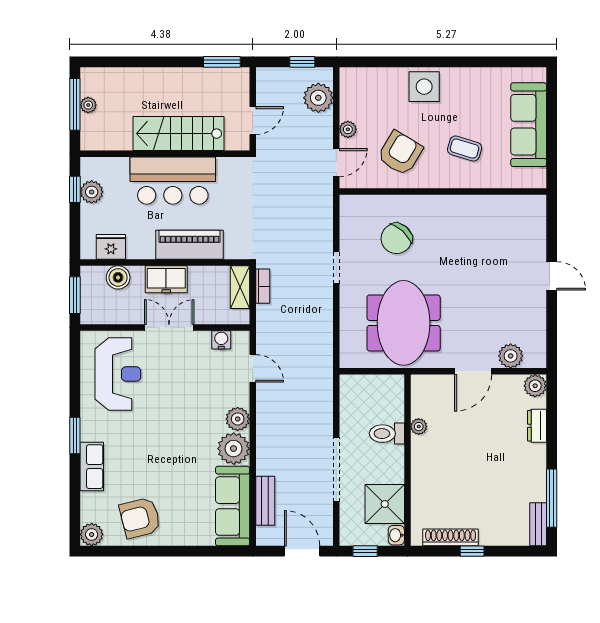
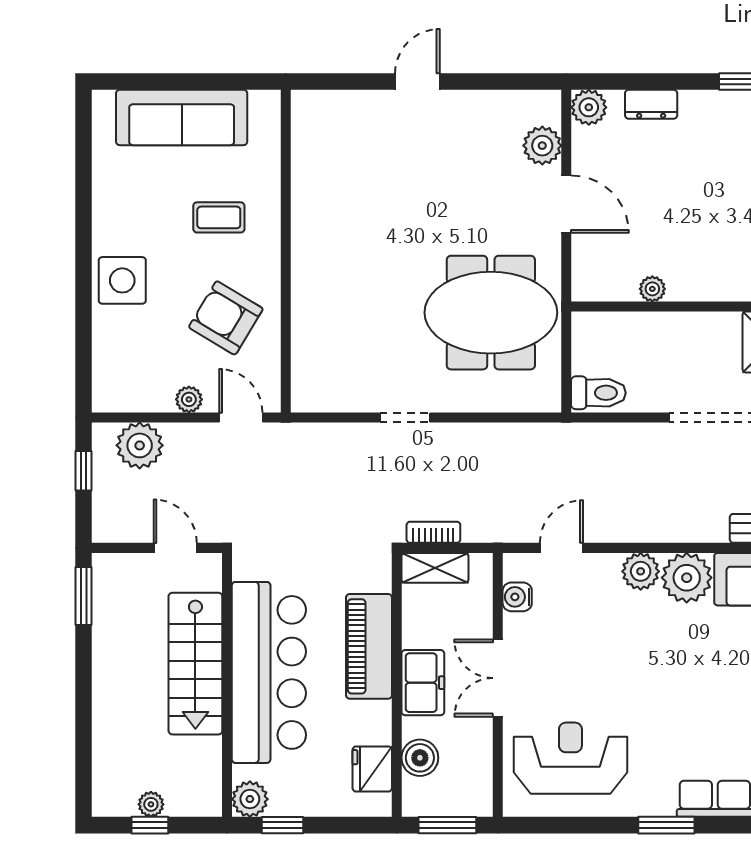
window: (75, 104) -> (150, 825), width x0.46
coffee table: (465, 149) -> (219, 217), turned 73
bar counter: (173, 181) -> (269, 672), width x1.36
plant: (92, 192) -> (250, 799), moved
chair: (396, 239) -> (359, 324), removed
toilet: (387, 434) -> (598, 393), moved, turned -90

